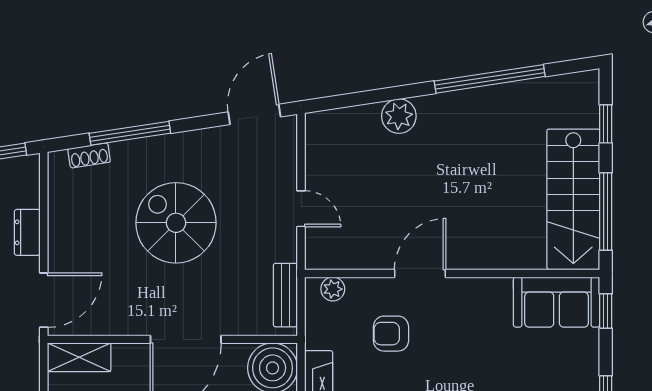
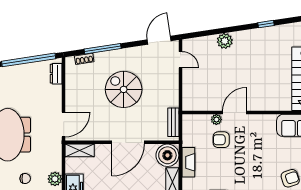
window: (490, 79) -> (266, 24), width x0.32
door: (301, 209) -> (180, 60), moved
dresser: (27, 232) -> (56, 74), moved
plant: (333, 289) -> (216, 119), moved

